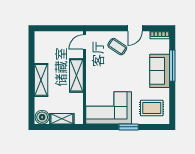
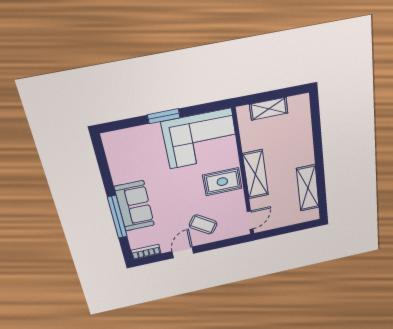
shelving: (41, 80) -> (308, 188), moved
rug: (152, 108) -> (222, 182), moved
boiler: (42, 117) -> (299, 105), removed

